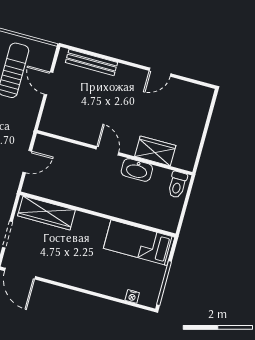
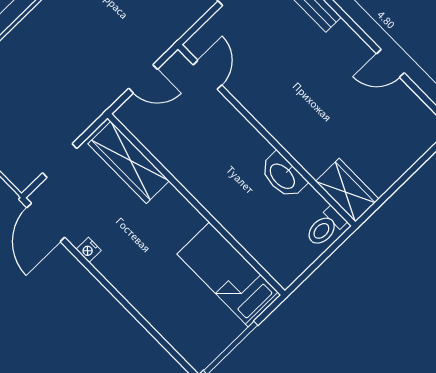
door: (107, 151) -> (207, 75), moved
wardrobe: (155, 151) -> (347, 190), moved
nightstand: (132, 296) -> (89, 250), moved

